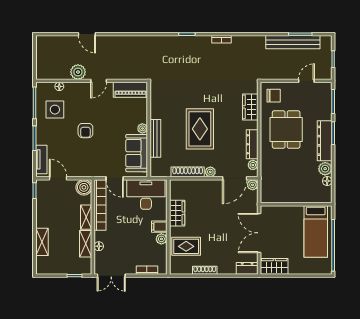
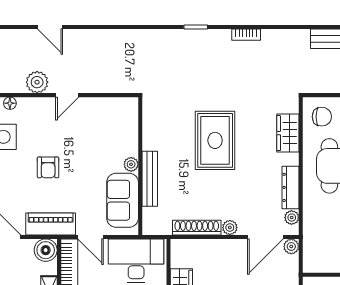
piano: (130, 90) -> (51, 224), moved, turned 180
rug: (200, 129) -> (215, 140), moved

